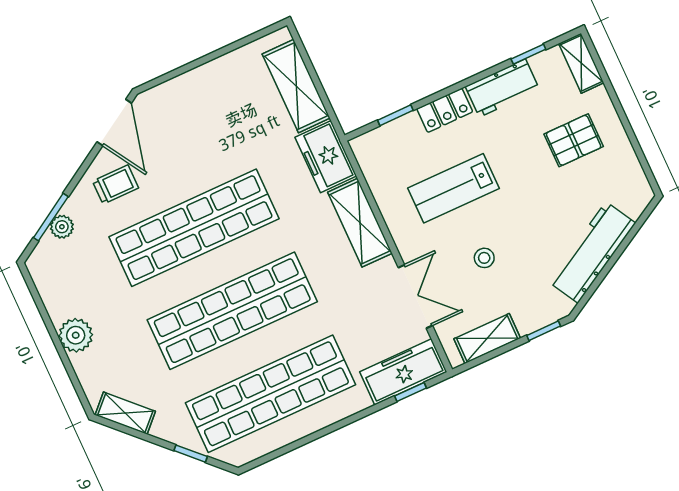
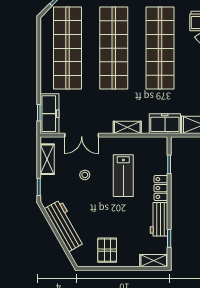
pallet: (574, 140) -> (107, 250), moved
lab bench: (453, 188) -> (123, 176), turned 180
shelving: (360, 223) -> (127, 127), width x0.67, depth x0.75

